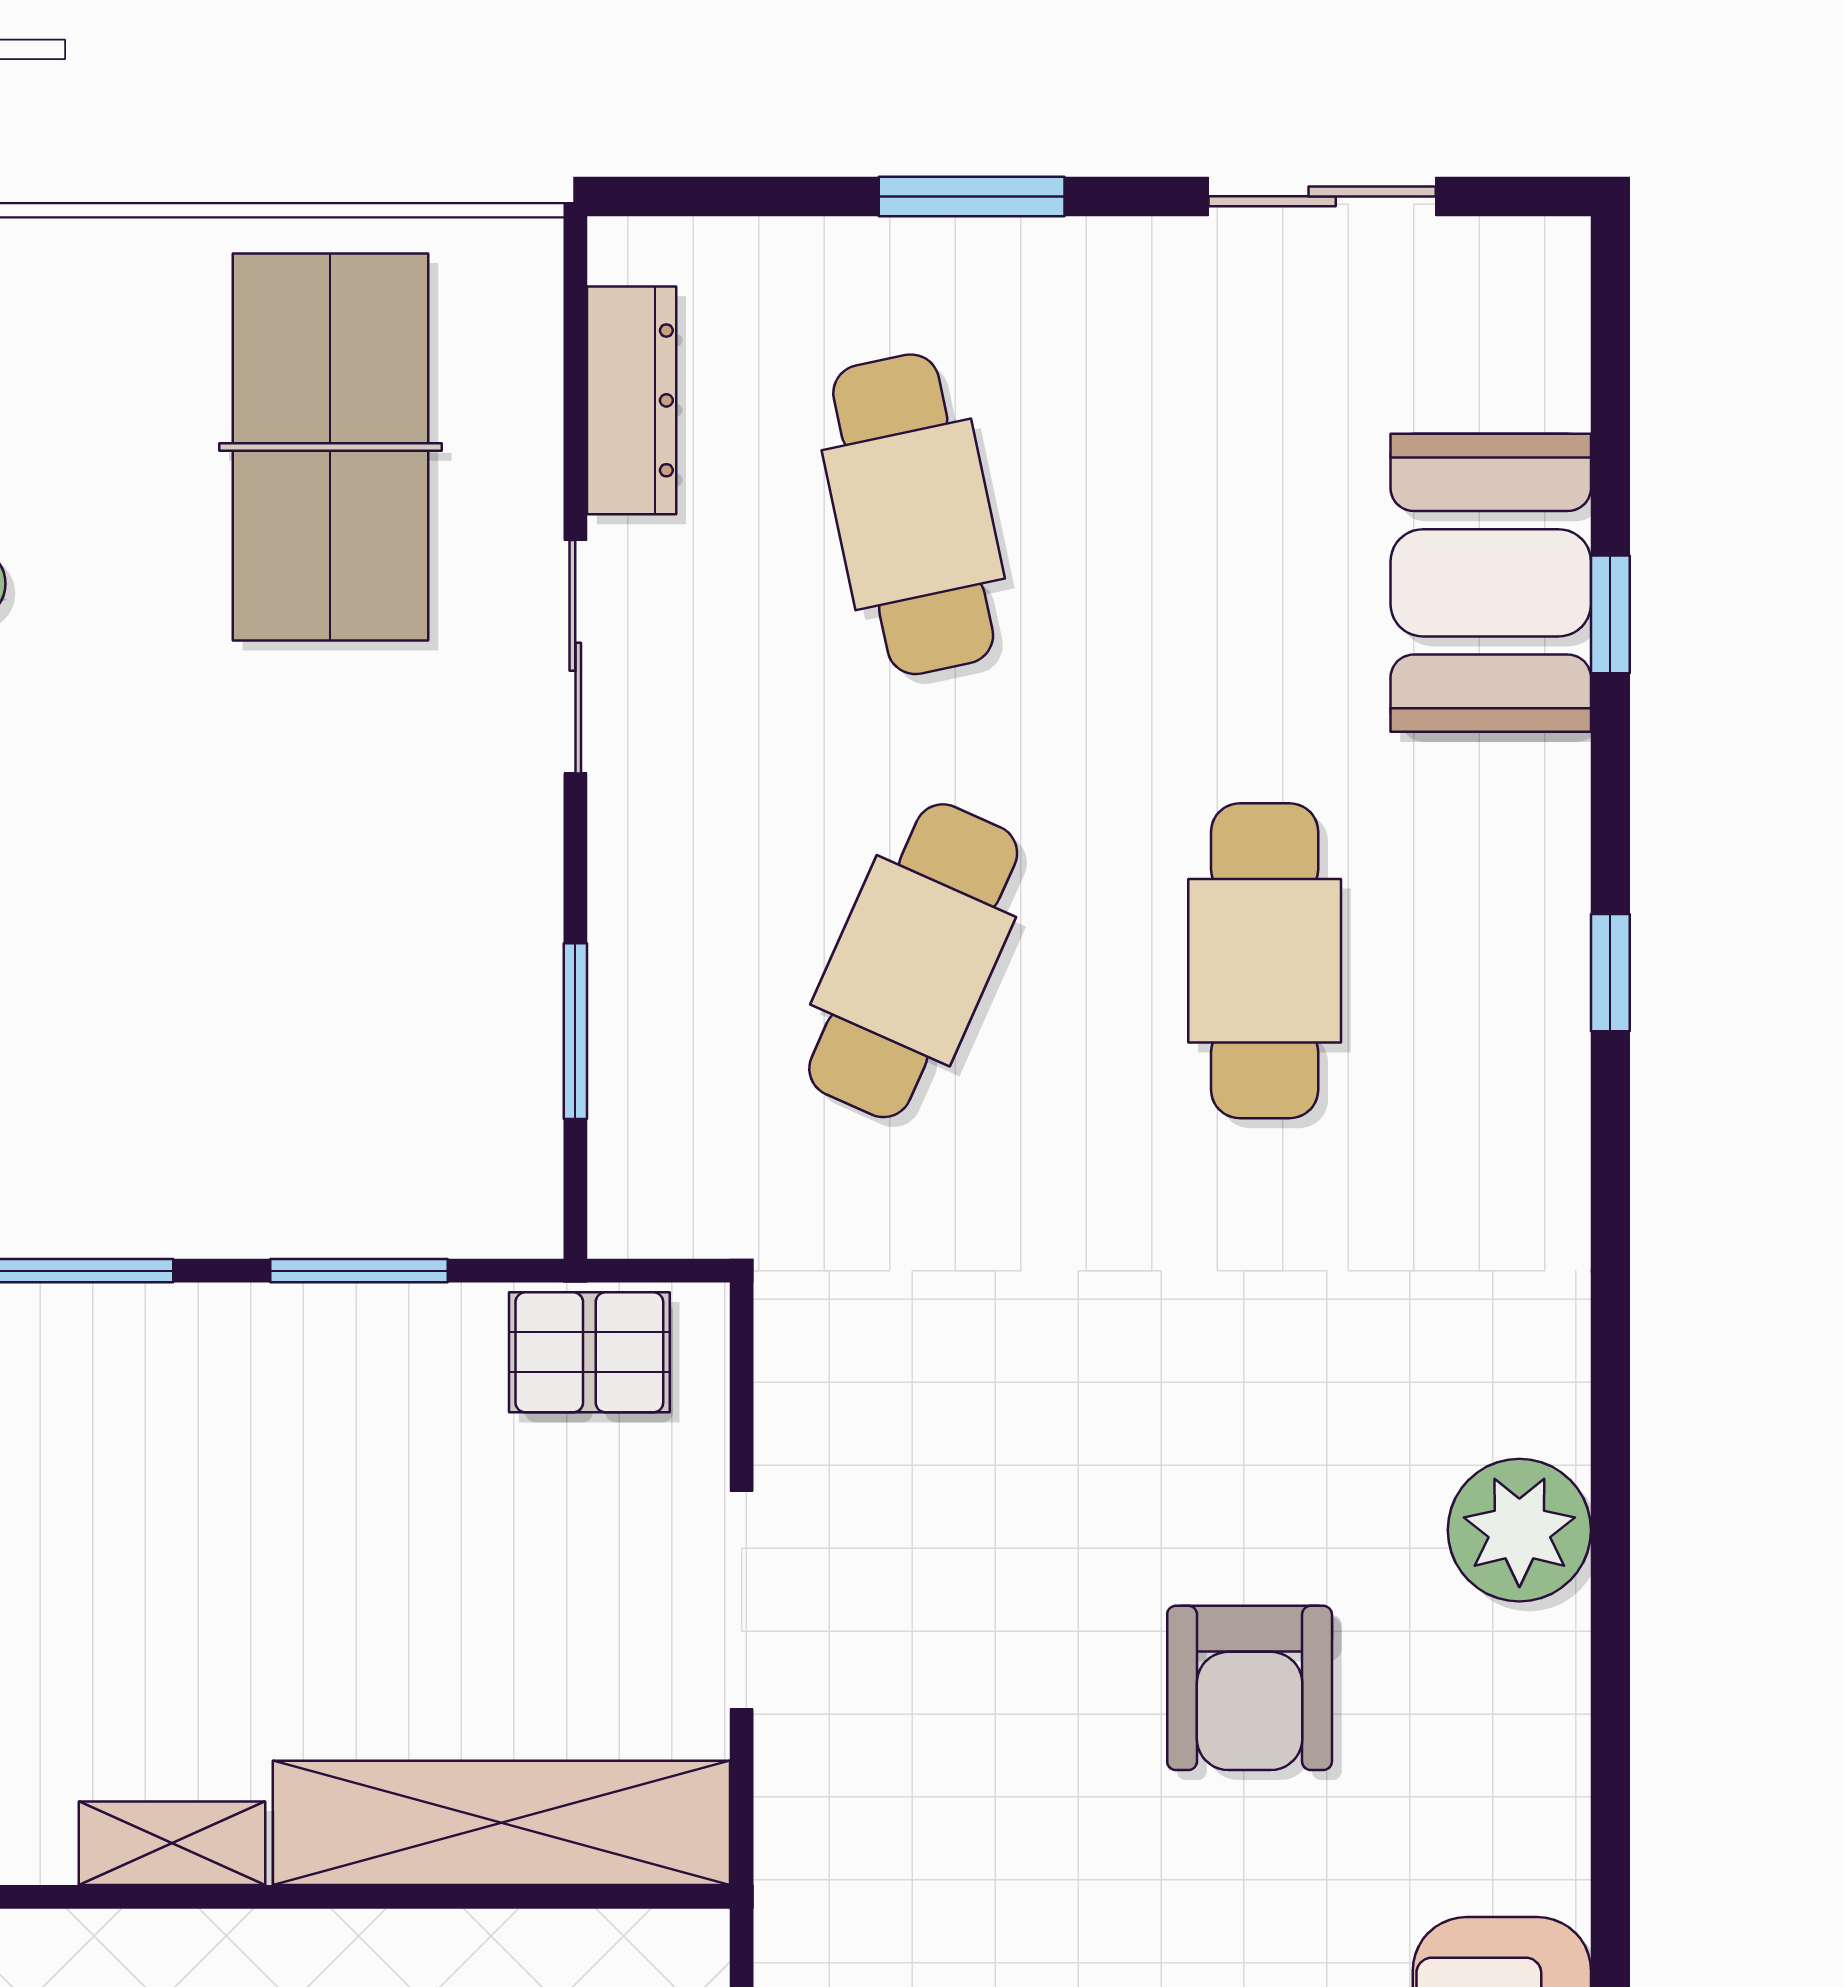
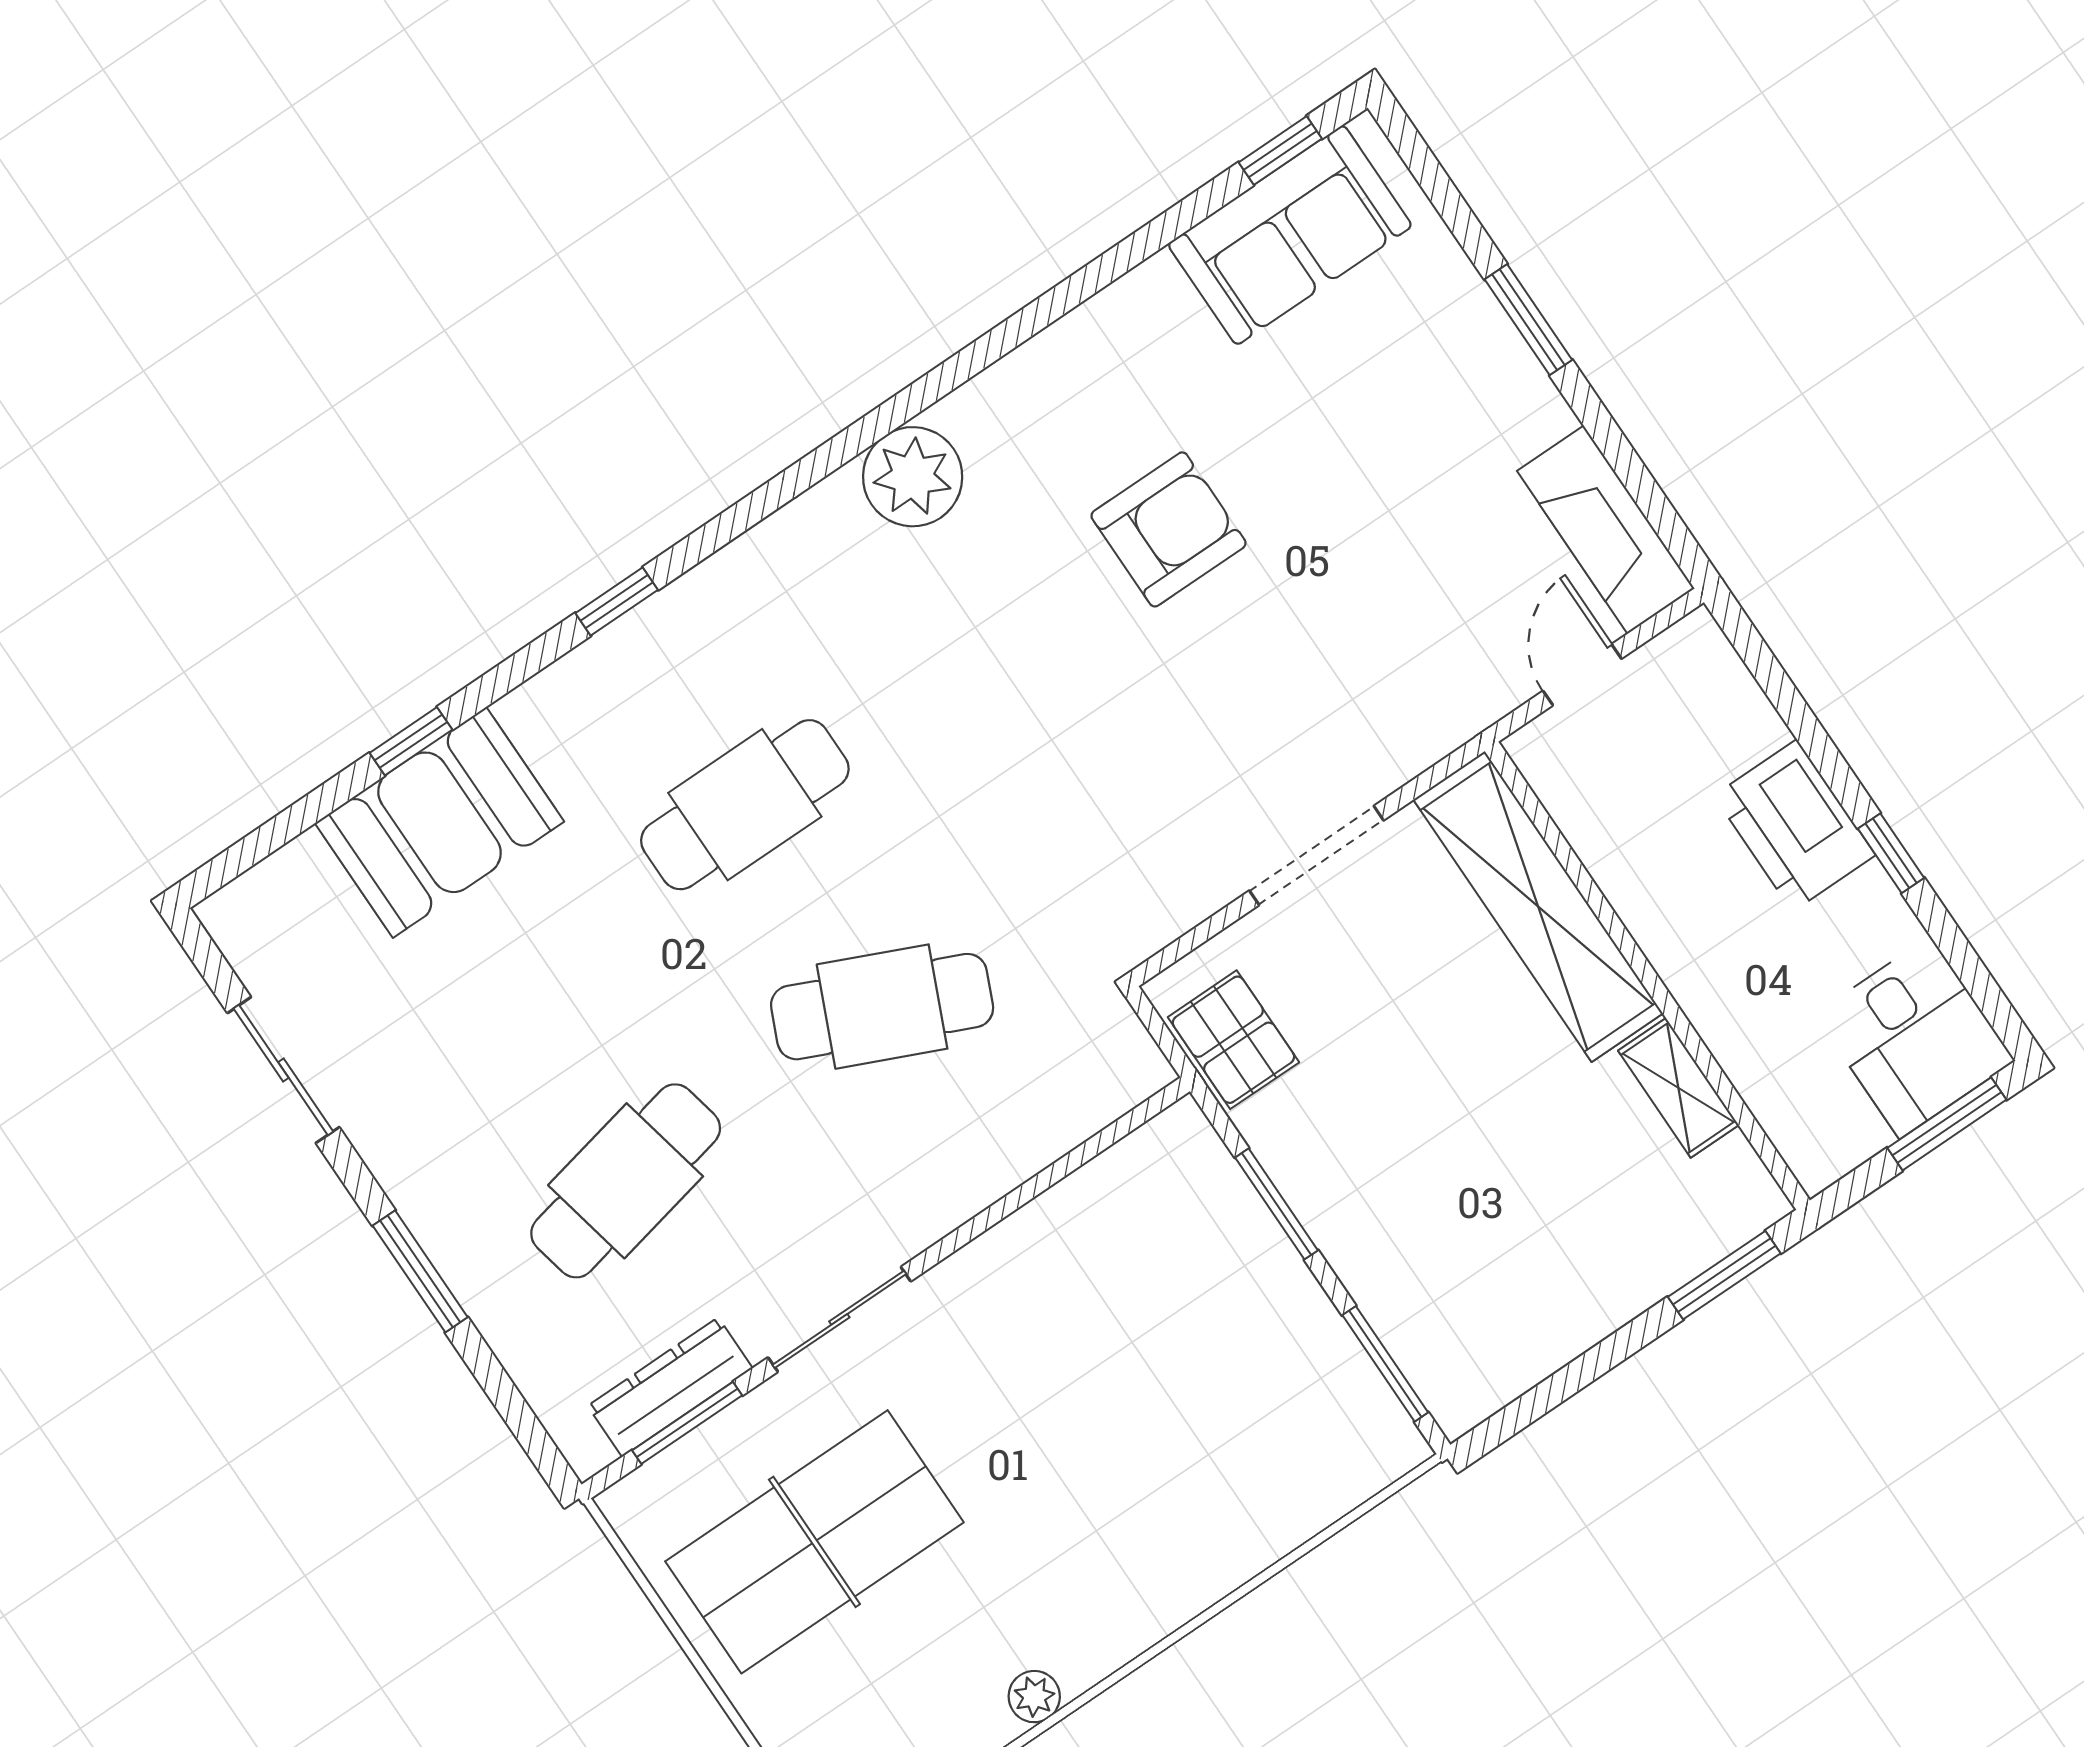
window: (575, 1031) -> (687, 1423), moved
plant: (1519, 1530) -> (913, 477), moved

